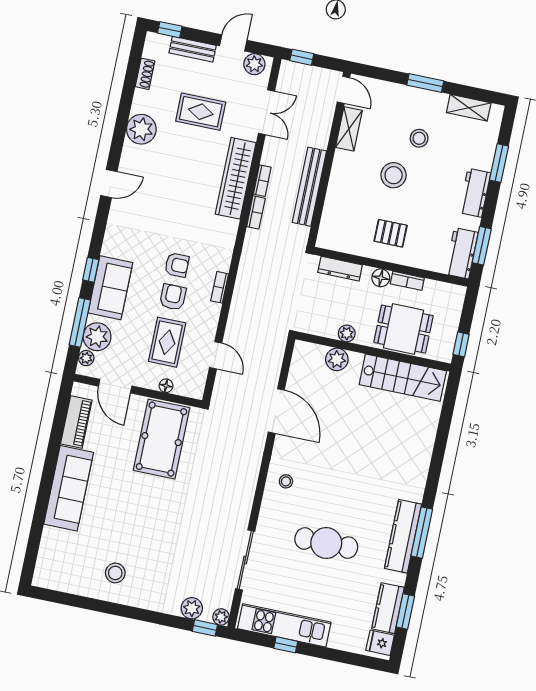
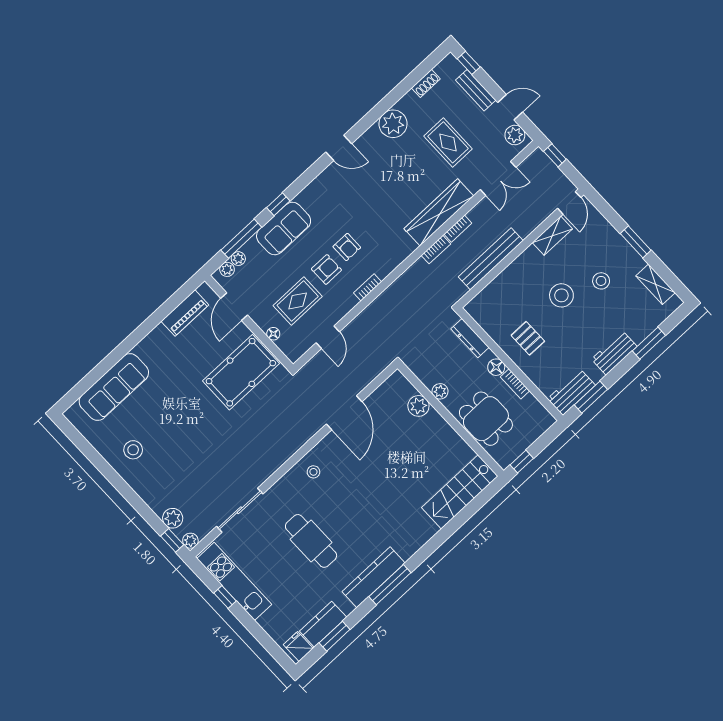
plant: (97, 337) -> (238, 259), width x0.53, depth x0.53
stairs: (403, 378) -> (460, 492), moved, turned 90
sofa: (69, 488) -> (114, 387), moved

